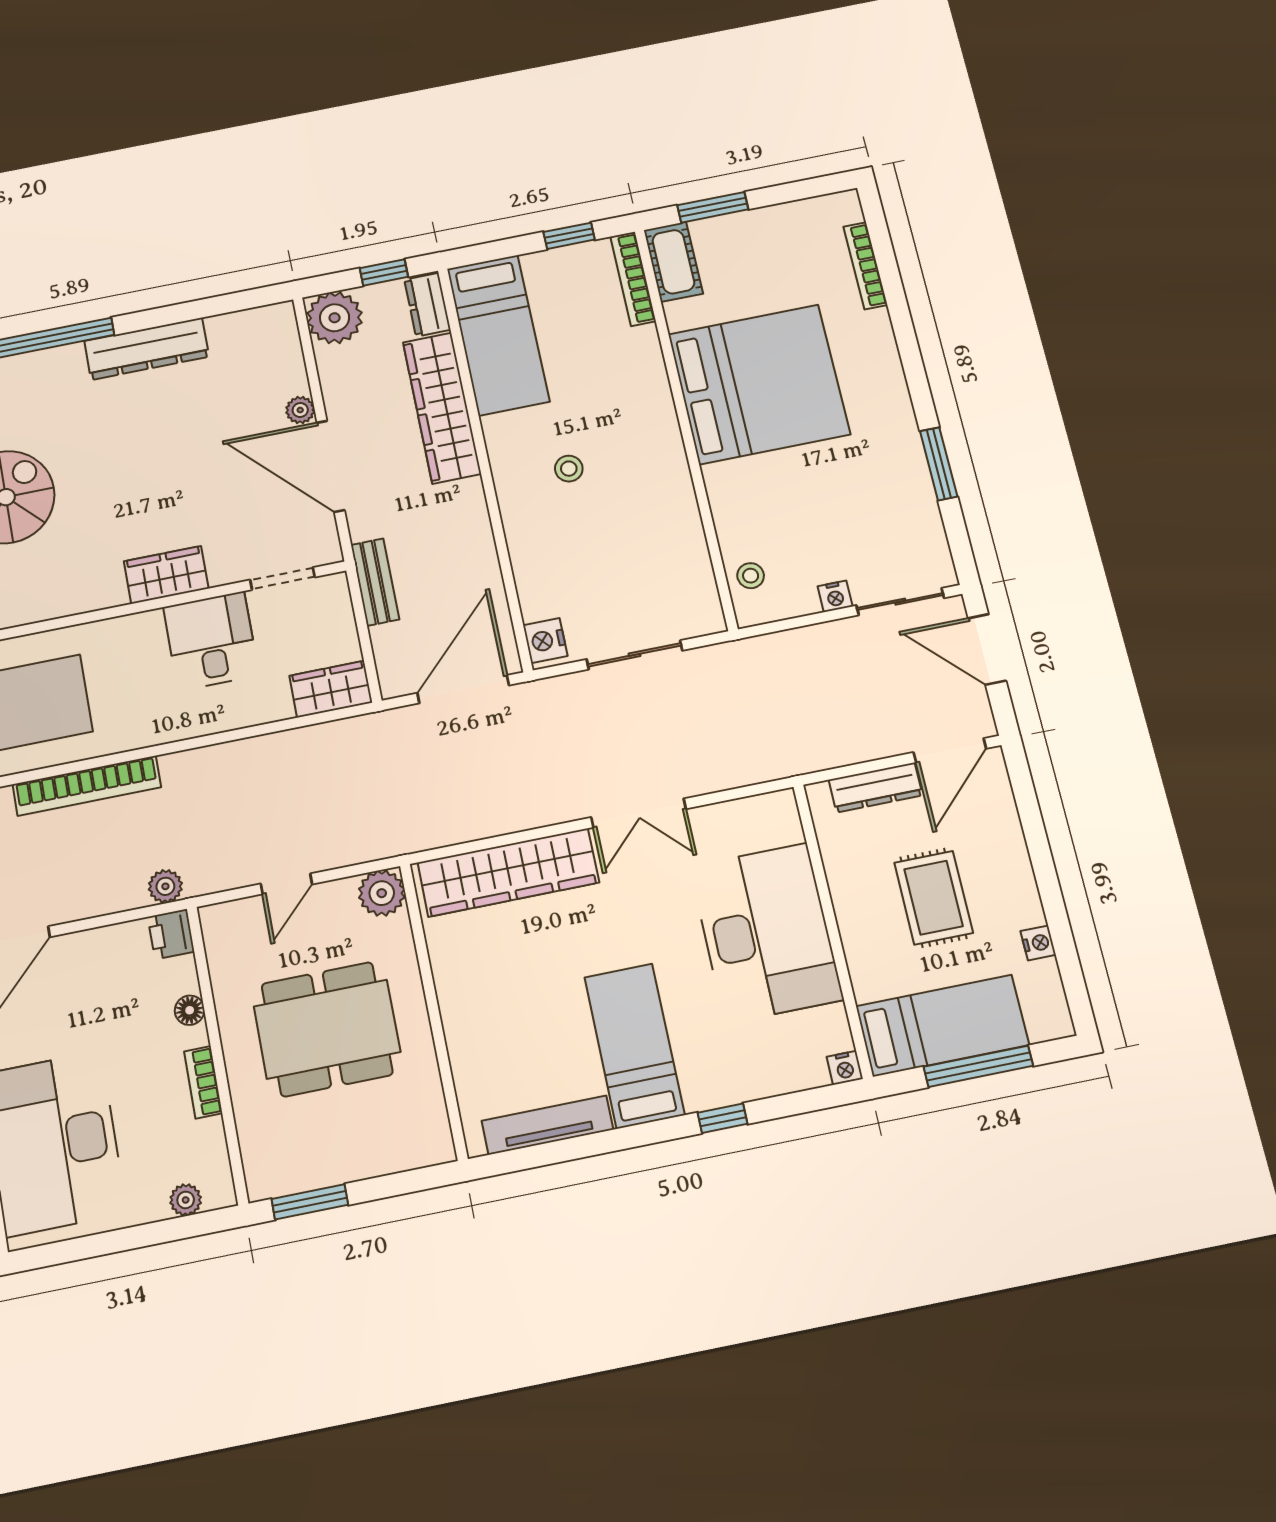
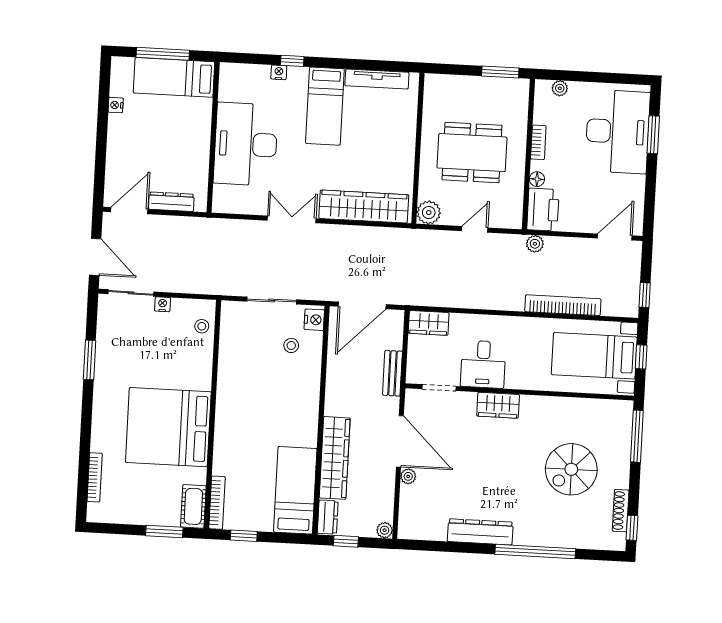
plant: (335, 318) -> (385, 530), width x0.53, depth x0.53
stool: (569, 469) -> (291, 345), moved
rug: (934, 898) -> (159, 140), removed
printer: (171, 934) -> (543, 210), width x1.87, depth x1.48
nightstand: (845, 1068) -> (279, 72), moved

